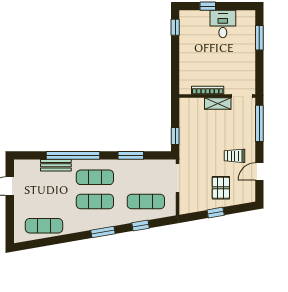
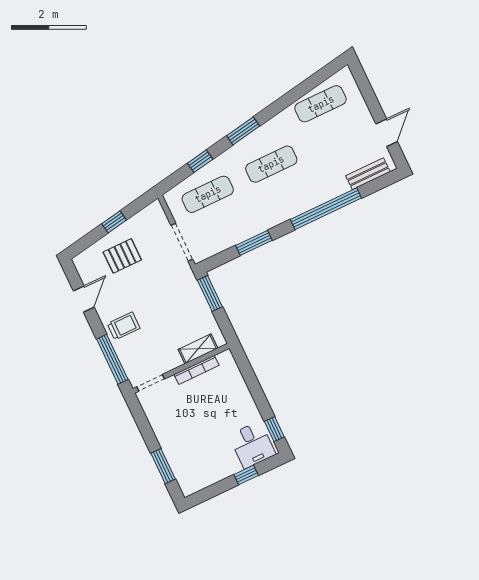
desk: (223, 24) -> (252, 445), moved
shelving: (218, 103) -> (198, 349), moved
window: (175, 136) -> (210, 293), width x1.50
trolley: (235, 156) -> (124, 326), moved
bench: (56, 165) -> (368, 174), moved
exercise mat: (95, 177) -> (286, 194), removed
pallet: (221, 188) -> (122, 256), turned 90

